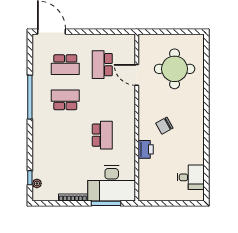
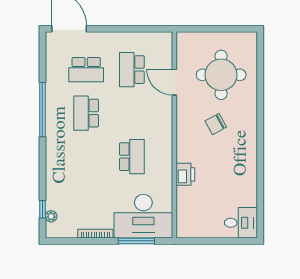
school desk: (65, 100) -> (86, 113), turned -90
chair: (164, 126) -> (216, 124), moved
desk: (191, 177) -> (241, 223), moved

